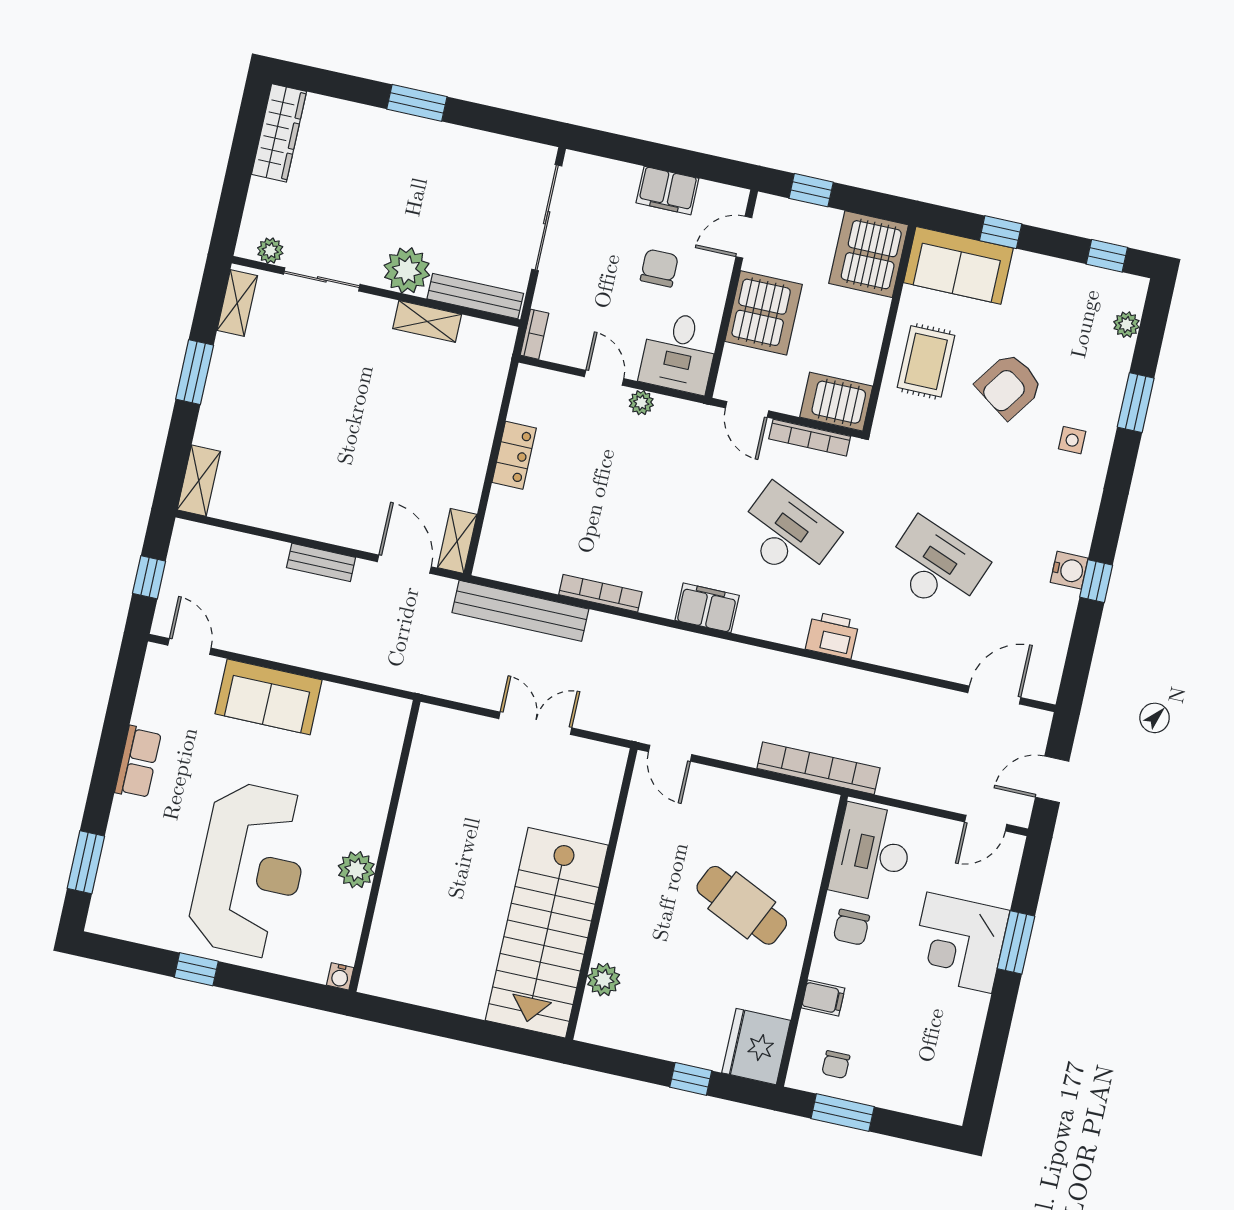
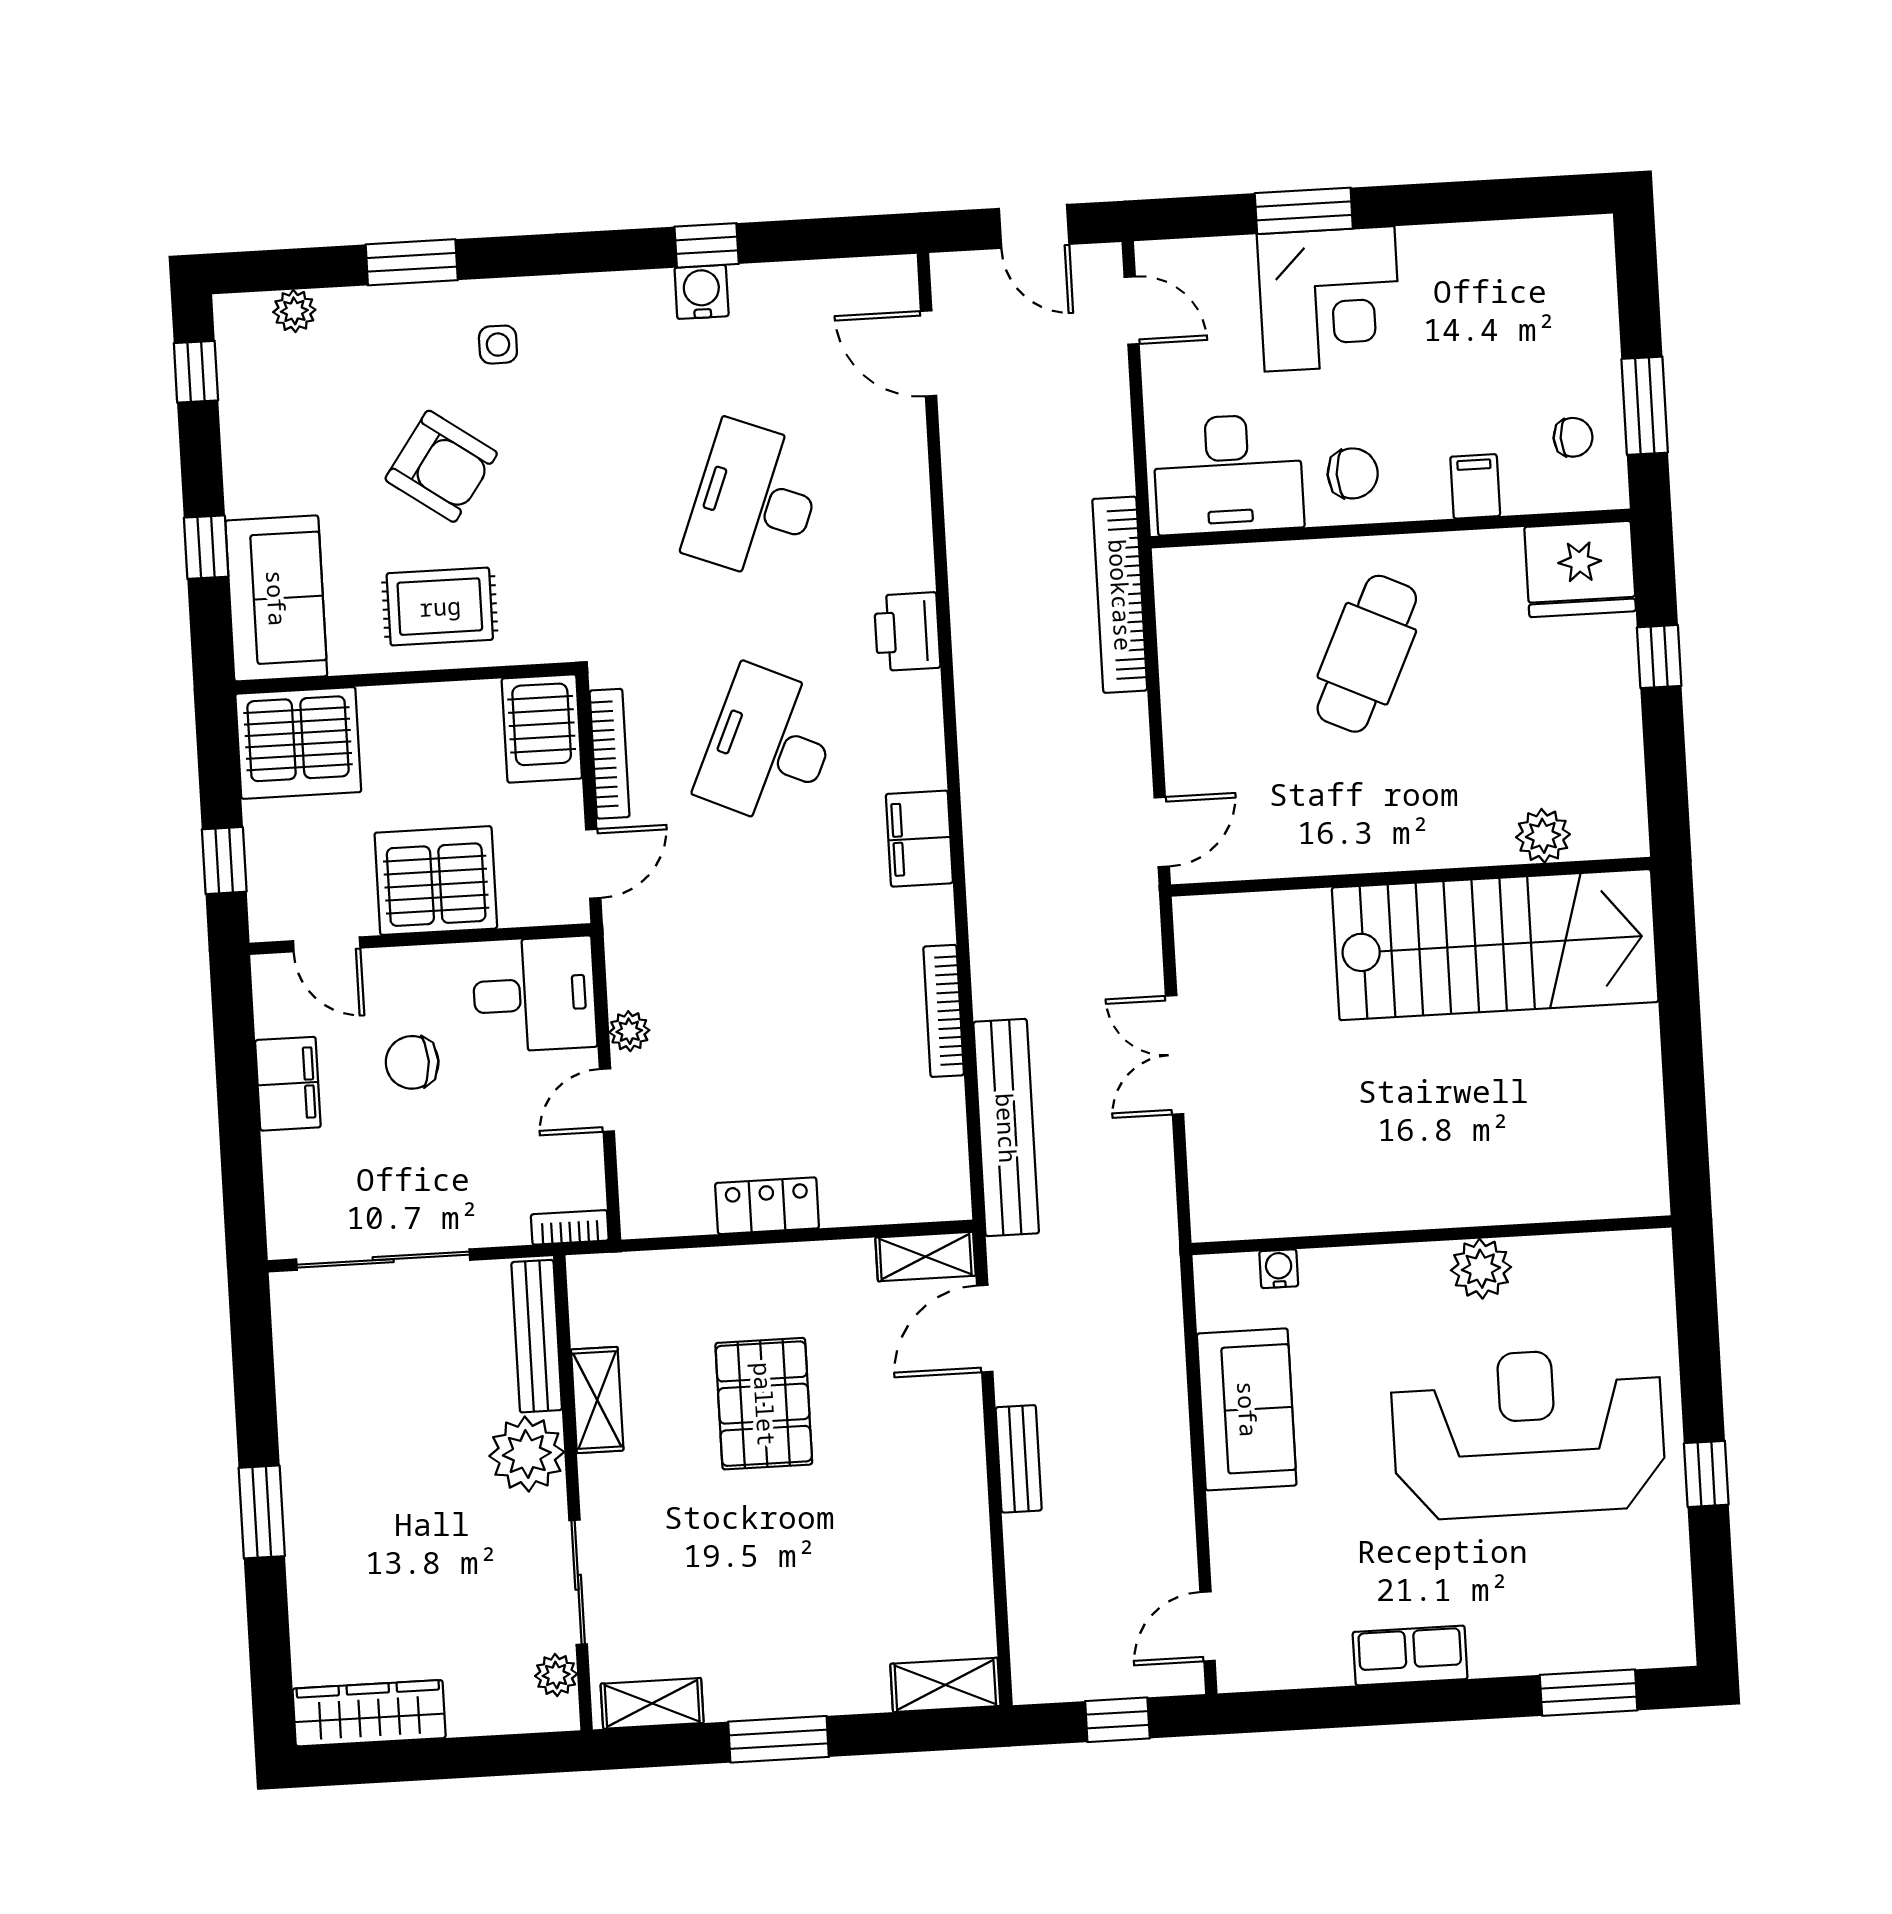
pallet: (397, 420) -> (764, 1404), added
sofa: (269, 697) -> (1247, 1409), moved
water cooler: (340, 976) -> (1279, 1269), moved, turned -90

